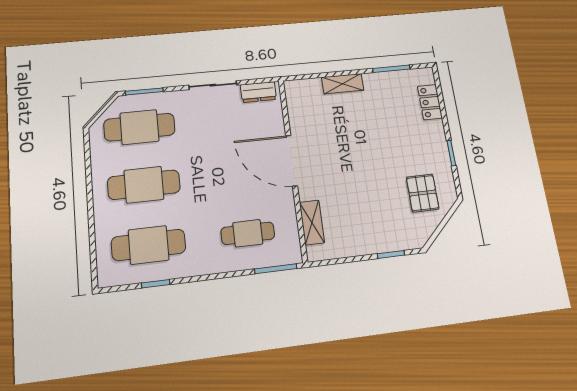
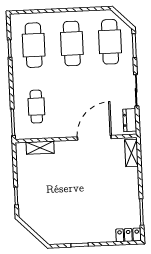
shelving: (343, 84) -> (131, 153), moved
locker: (430, 102) -> (128, 235), moved
door: (292, 161) -> (94, 138), moved
pallet: (423, 193) -> (54, 222), removed

